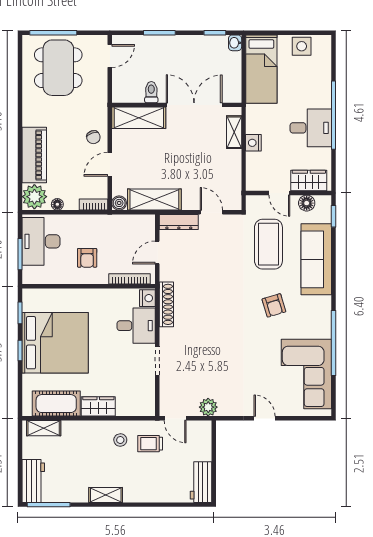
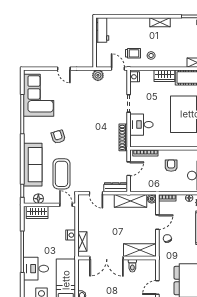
desk: (311, 128) -> (36, 269), moved
door: (279, 193) -> (66, 205), moved
nightstand: (147, 298) -> (135, 77), moved

